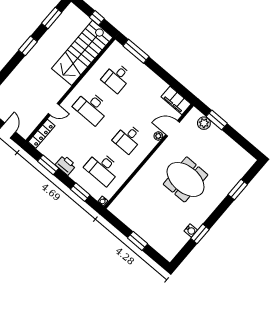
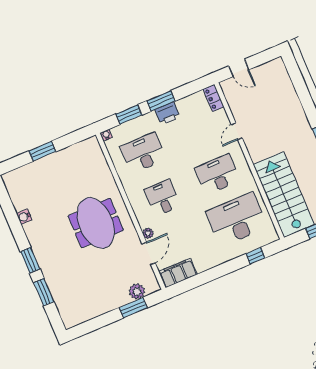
window: (136, 51) -> (255, 256), width x0.46
desk: (117, 78) -> (237, 219), width x1.87, depth x1.30
locker: (42, 134) -> (213, 98), width x0.66
window: (48, 165) -> (161, 101), moved
meeting table: (186, 179) -> (96, 223), moved, turned 90
window: (200, 234) -> (30, 260), moved

